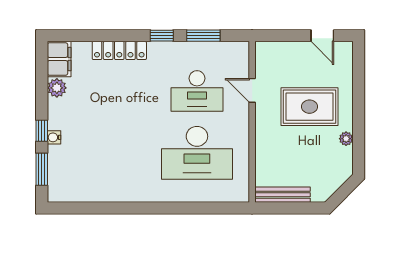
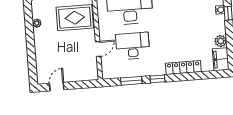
door: (322, 36) -> (57, 87), hinge flipped
door: (252, 90) -> (98, 49), hinge flipped
rug: (309, 107) -> (75, 18), moved

